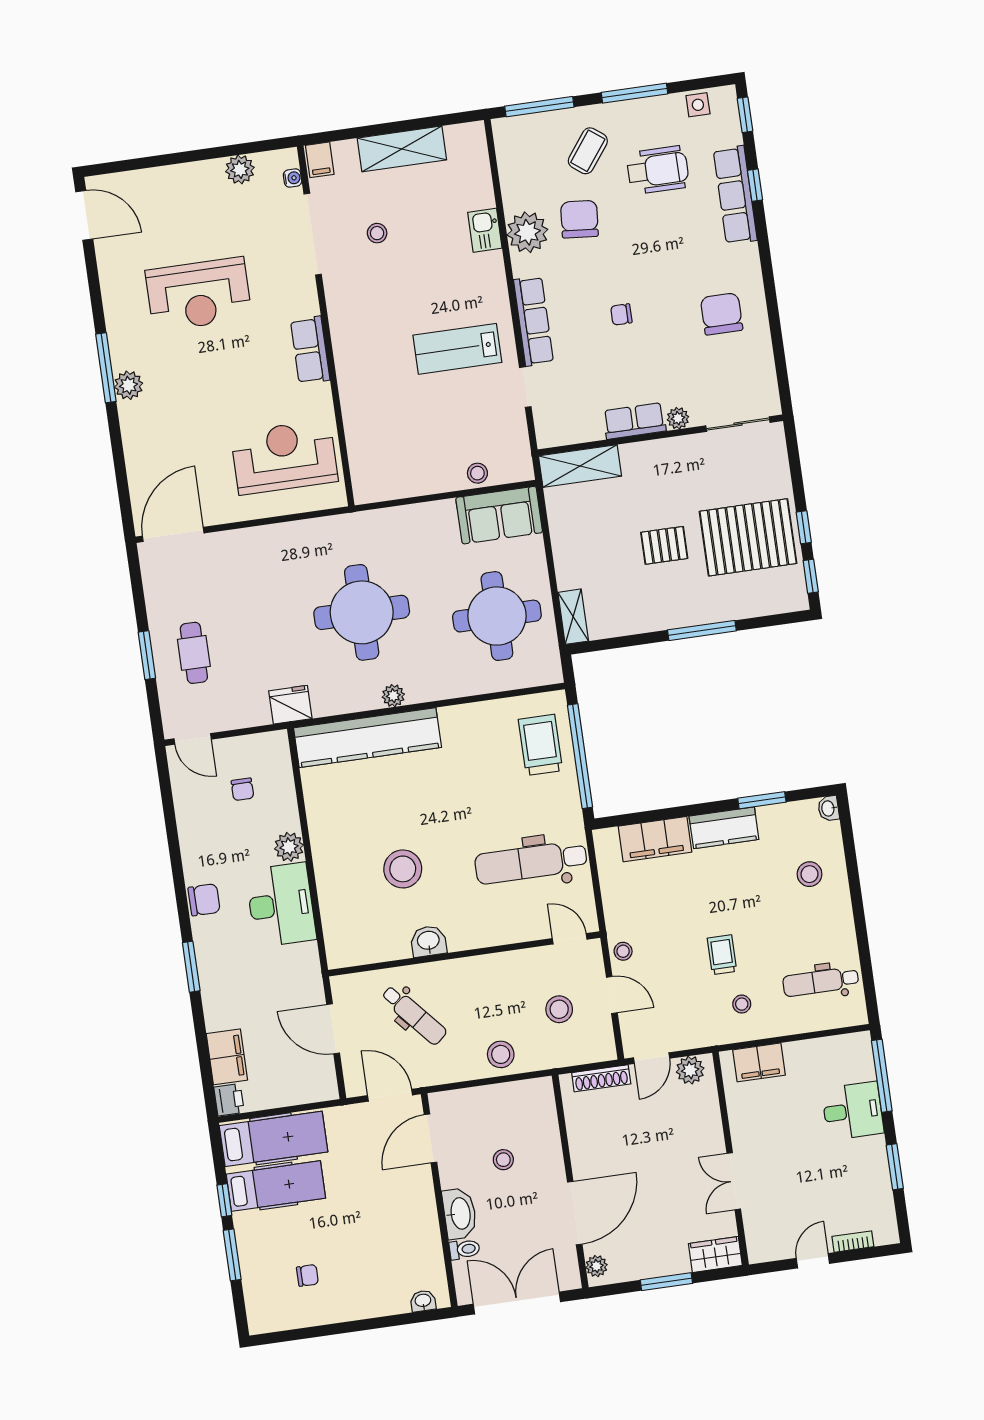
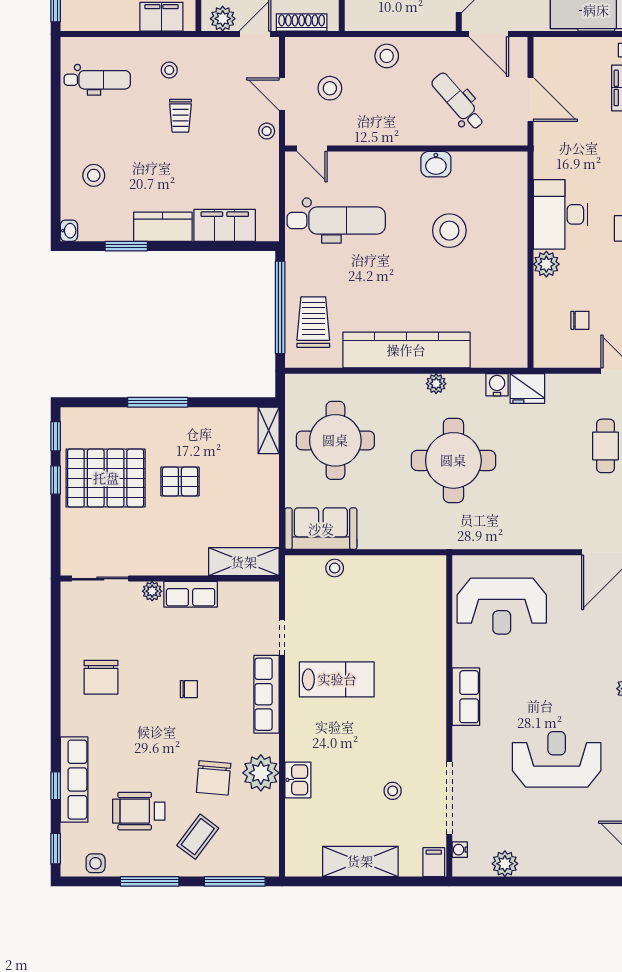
water cooler: (325, 704) -> (497, 385), added
kitchen counter: (367, 738) -> (406, 350), moved
trolley: (540, 745) -> (313, 322), turned 180
chair: (242, 789) -> (580, 320), turned 90

